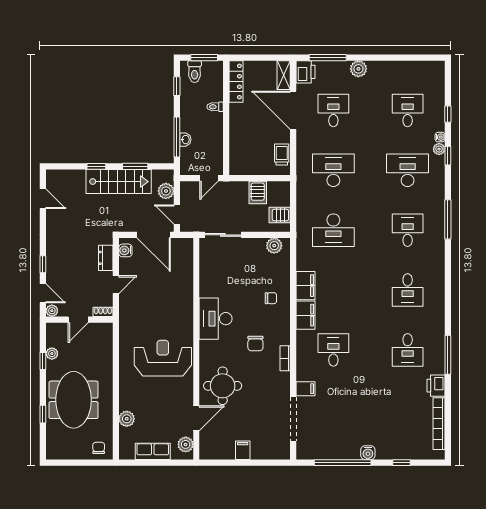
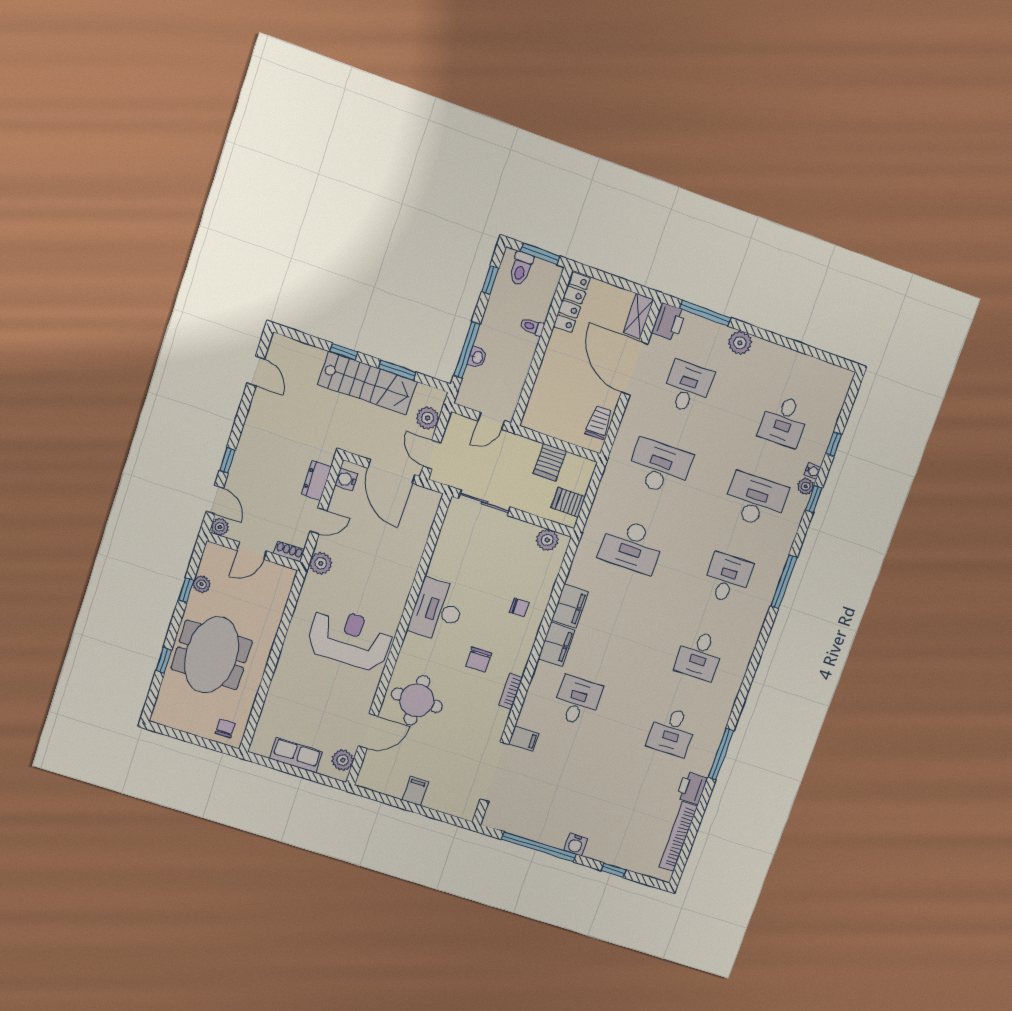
desk: (408, 110) -> (784, 421), turned 180
plant: (127, 419) -> (321, 563), moved

